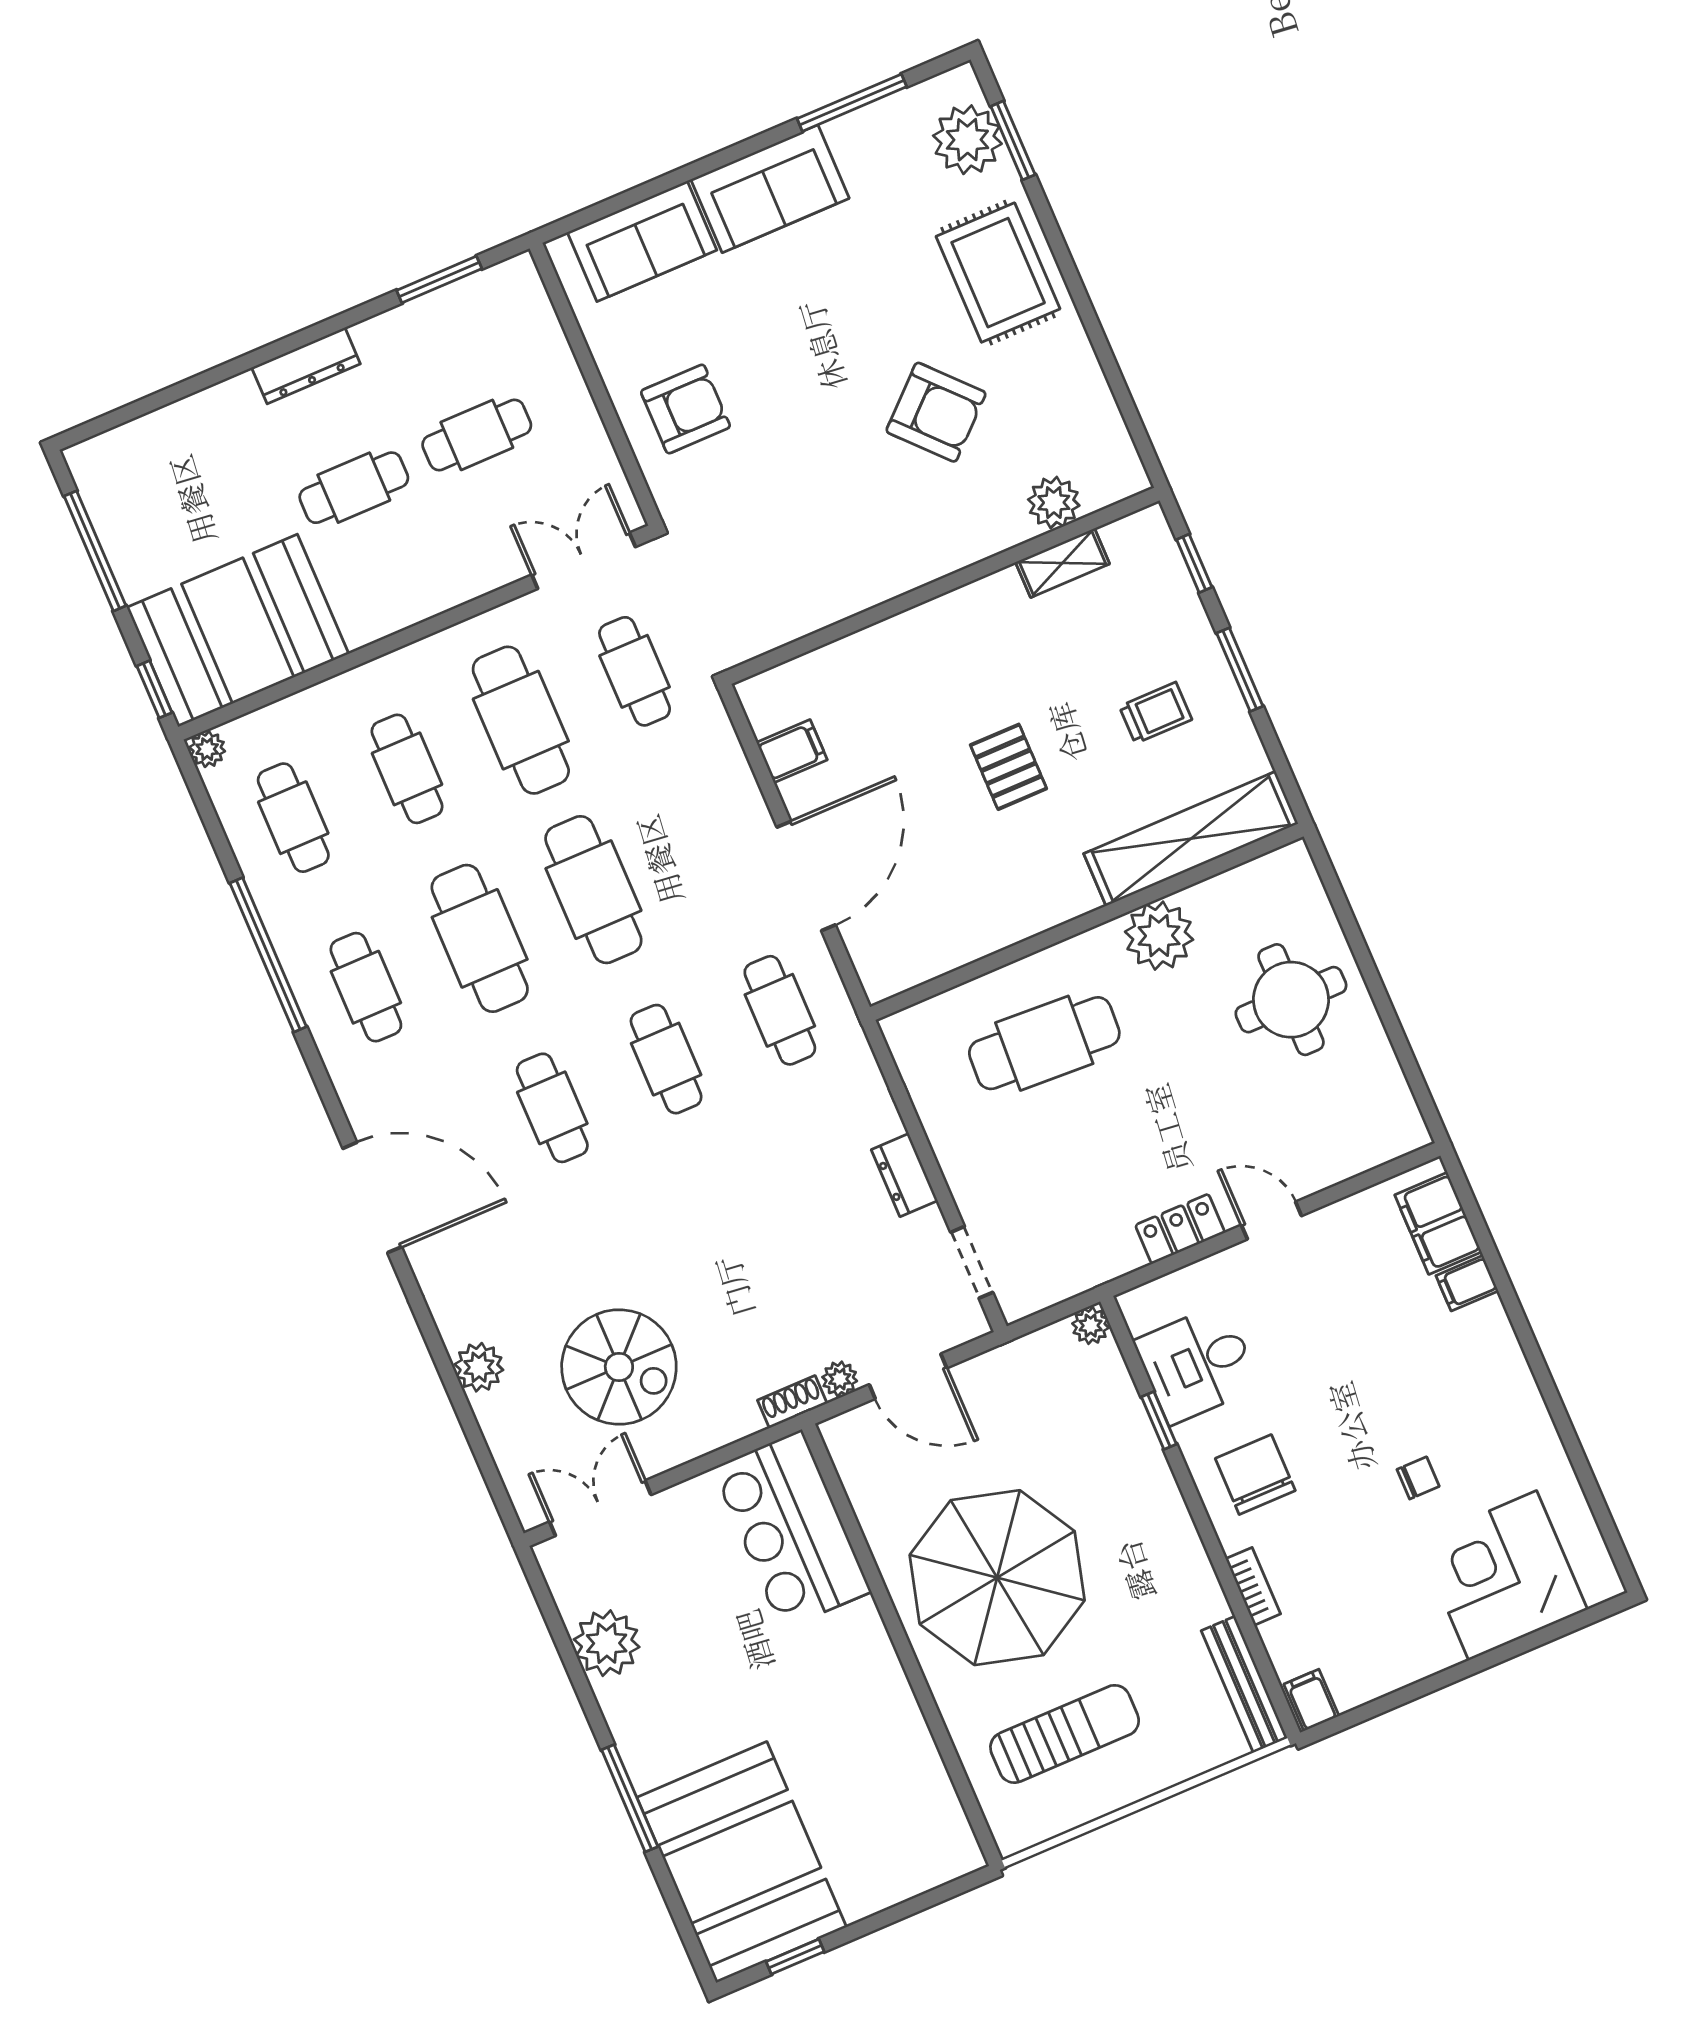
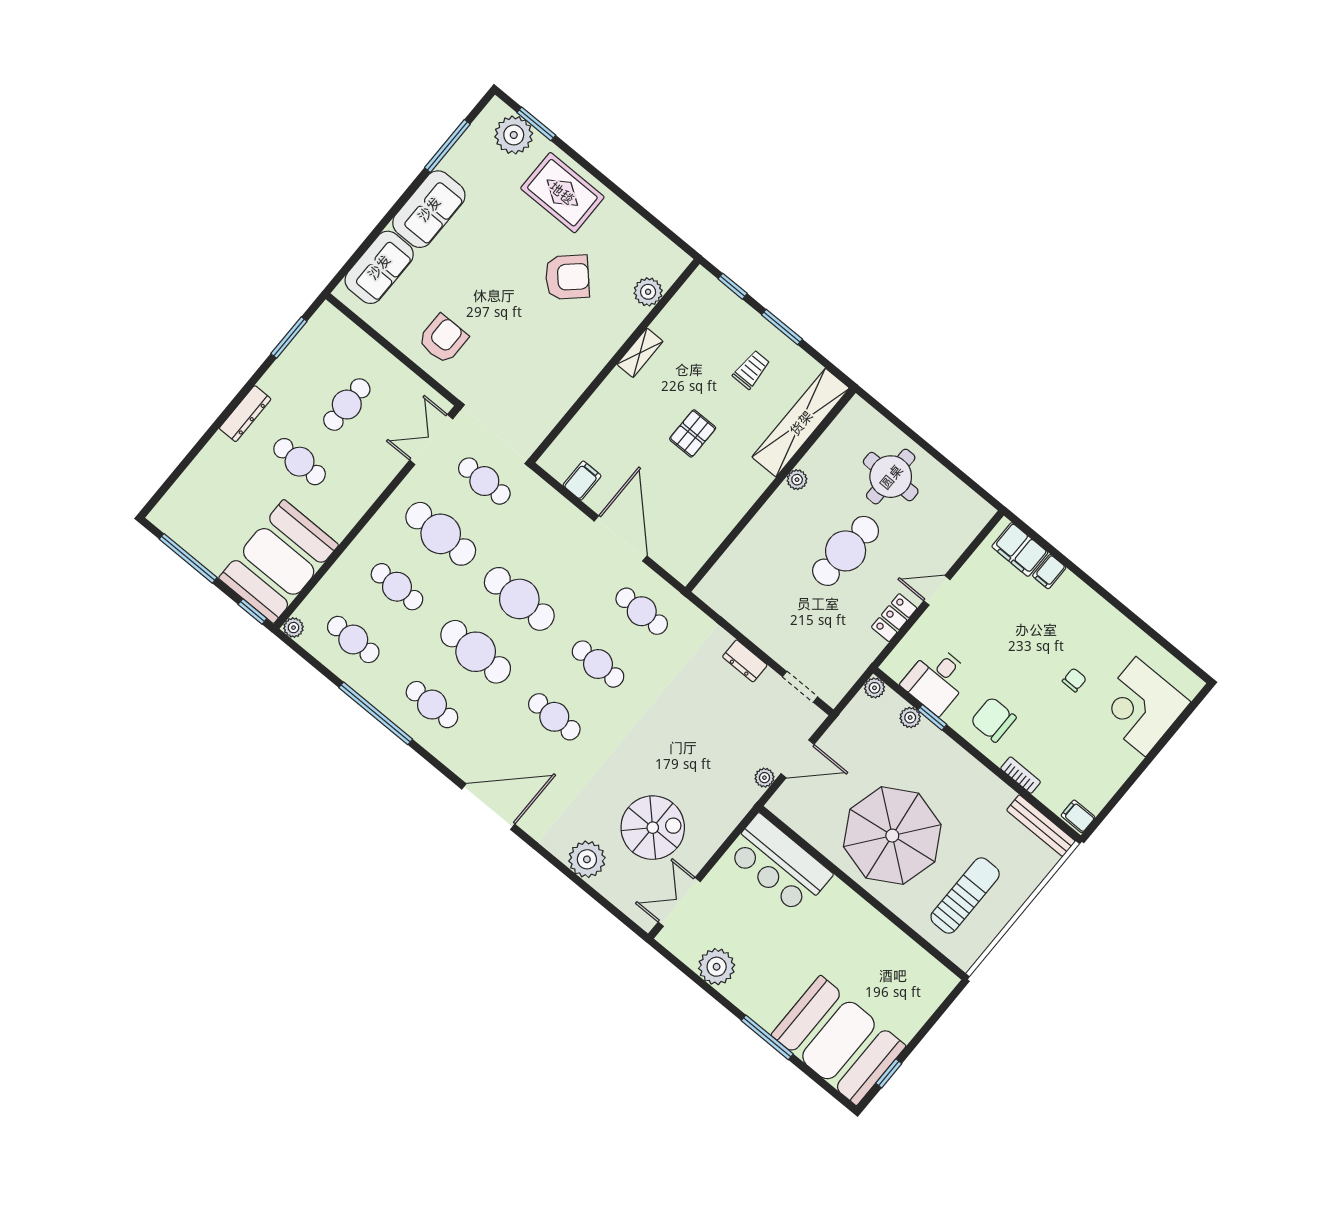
cafe table: (354, 488) -> (300, 462), turned 90
shelving: (1063, 563) -> (640, 353), moved
pallet: (1008, 767) -> (693, 433), turned 90
plant: (1159, 936) -> (797, 480), width x0.53, depth x0.53
cafe table: (1044, 1043) -> (846, 551), moved
plant: (479, 1367) -> (587, 859), width x1.36, depth x1.36
shoe rack: (792, 1402) -> (747, 801), removed
plant: (1123, 1403) -> (910, 718), added

